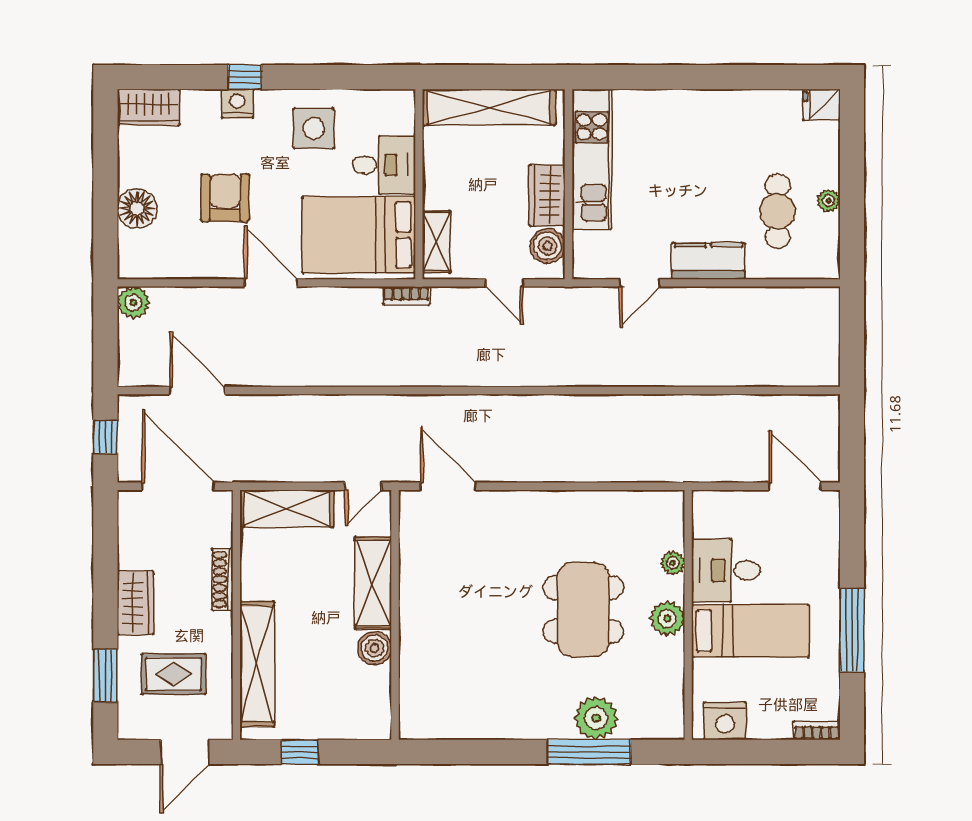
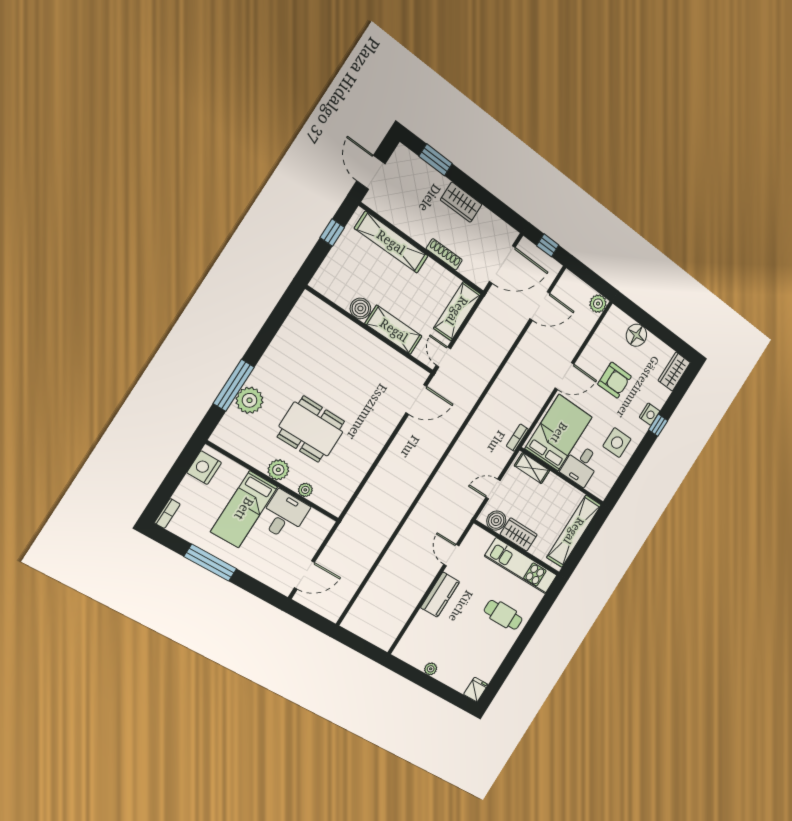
cafe table: (778, 211) -> (503, 615), moved
rug: (174, 674) -> (414, 196), removed

